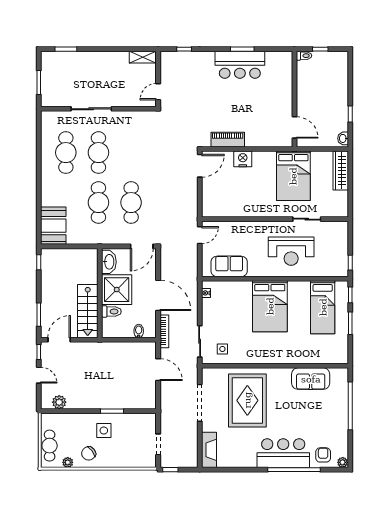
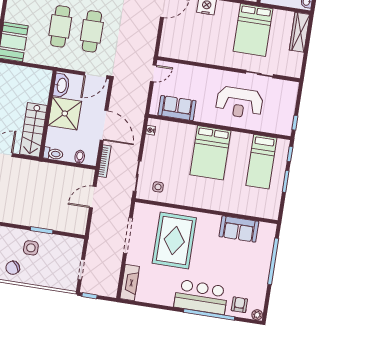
toilet: (111, 312) -> (53, 154), moved
door: (158, 370) -> (93, 197), swing flipped

